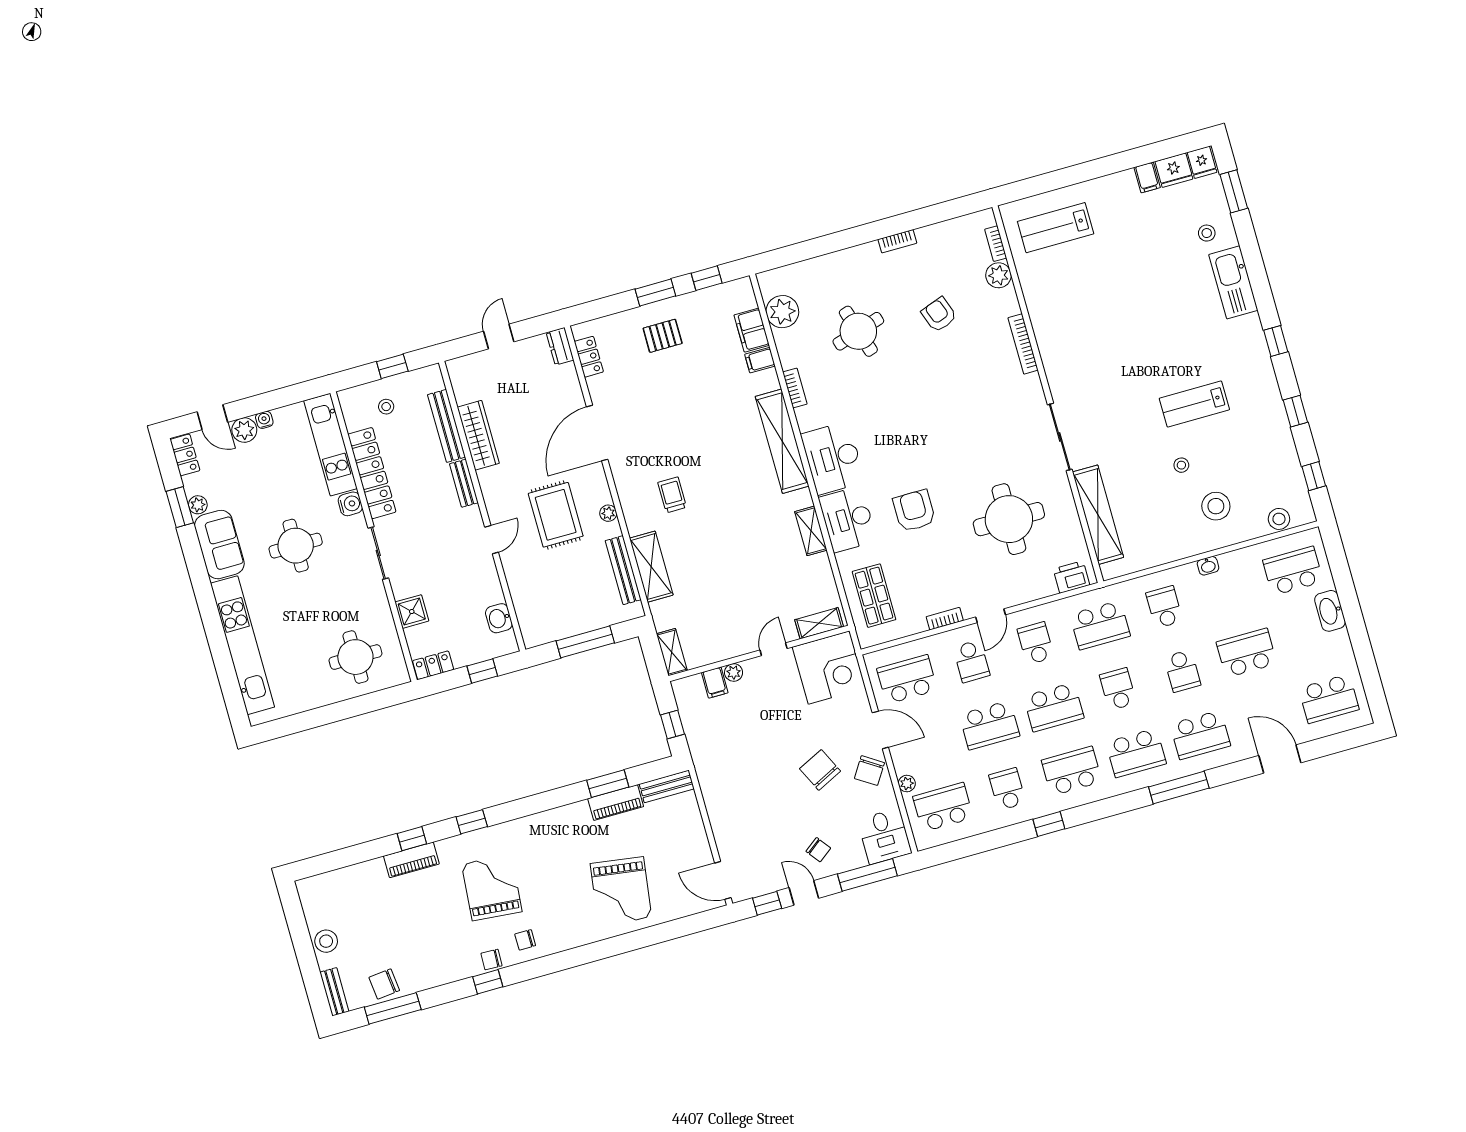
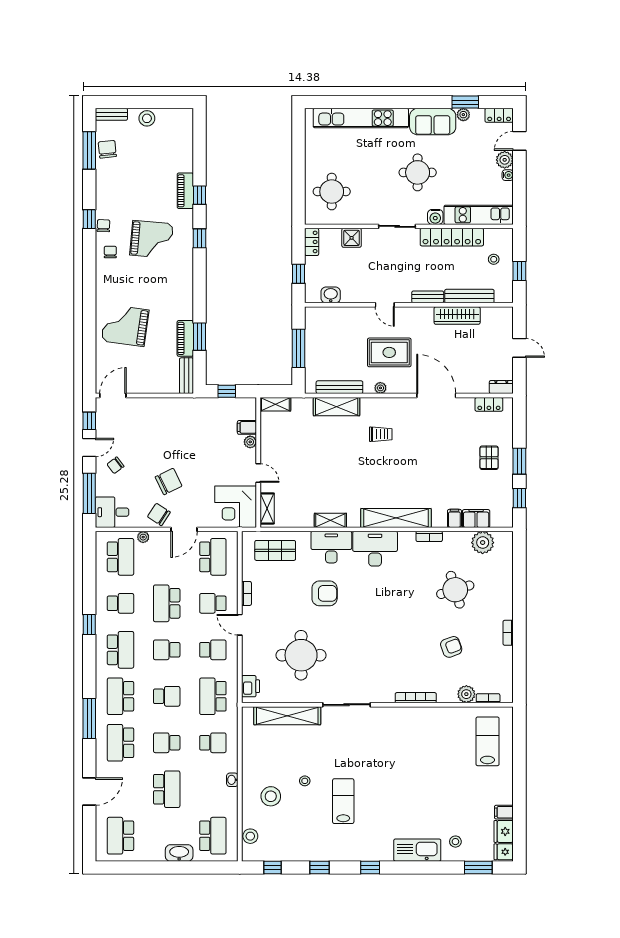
school desk: (1054, 707) -> (167, 650), width x0.54

